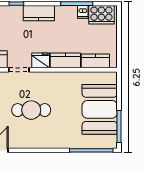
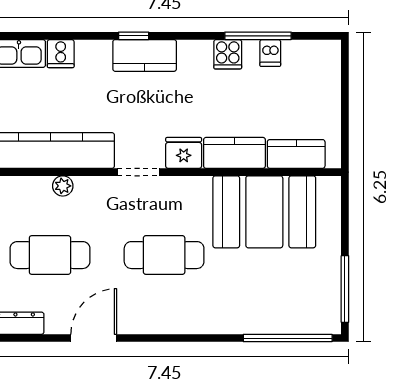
kitchen counter: (39, 13) -> (145, 55), moved
cooker: (101, 15) -> (228, 54), moved, width x0.53, depth x0.76
booth: (100, 109) -> (264, 212), moved, turned 90

